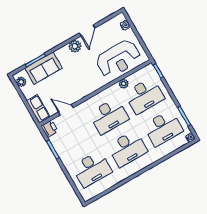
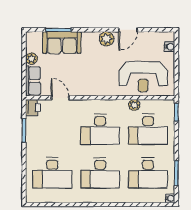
plant: (21, 82) -> (31, 59), moved

